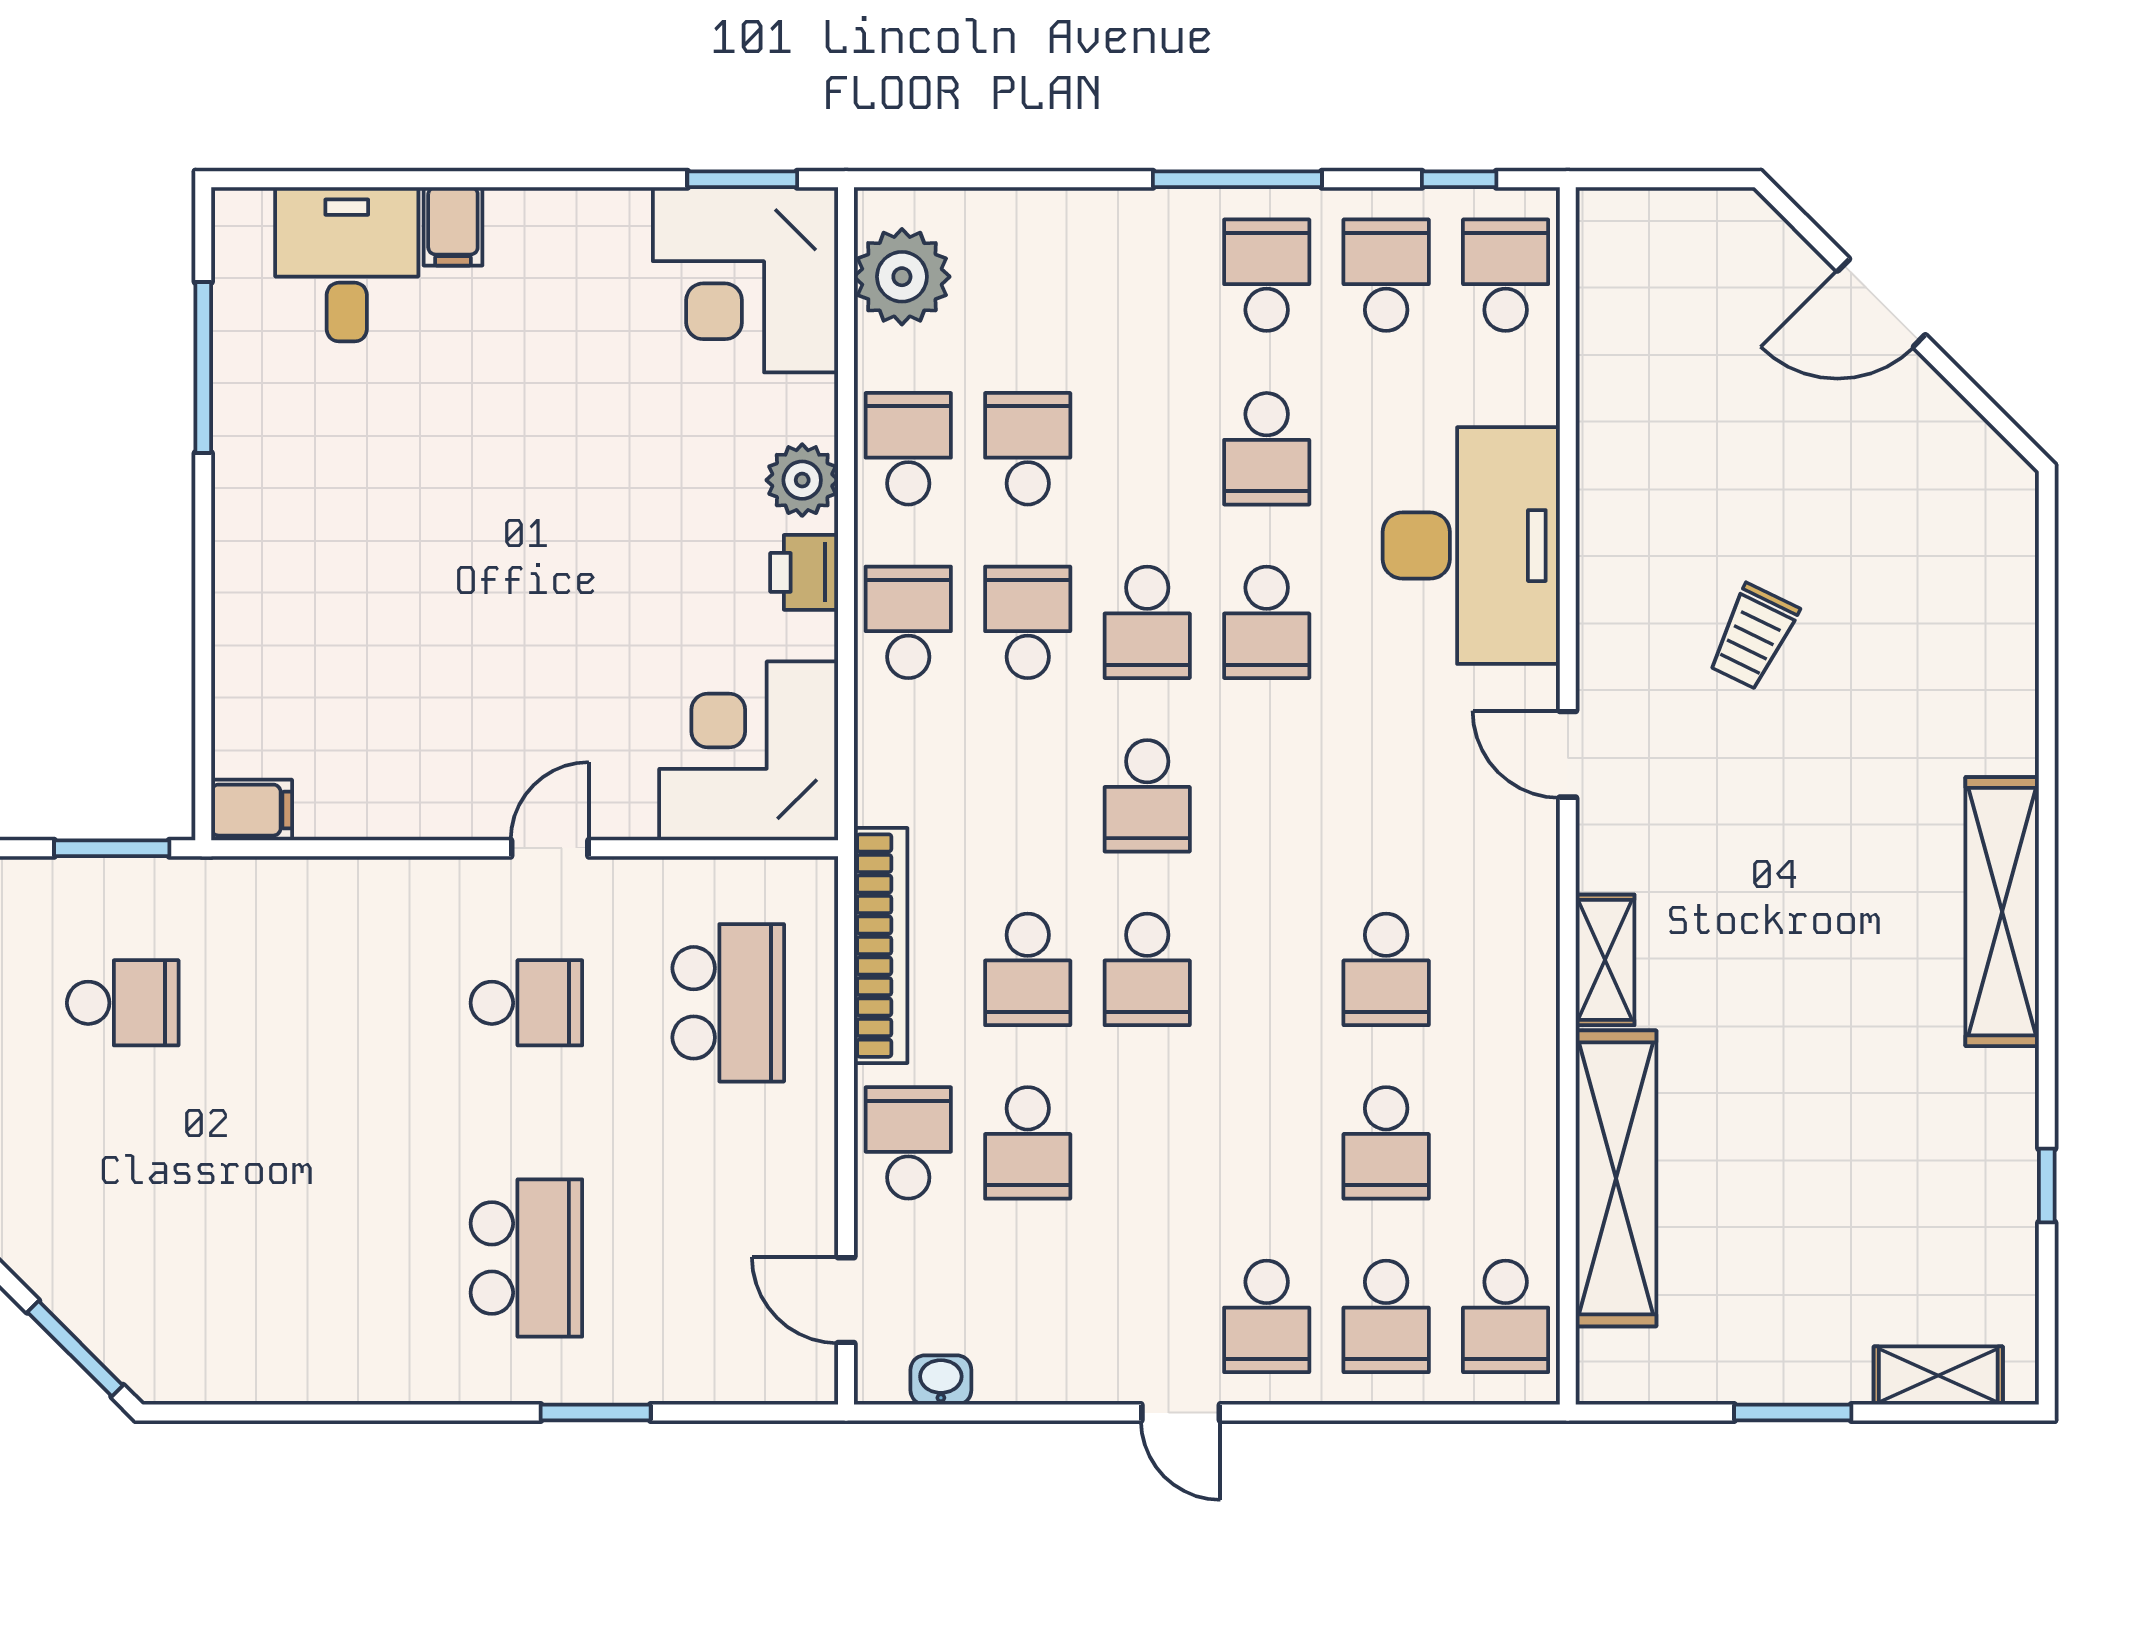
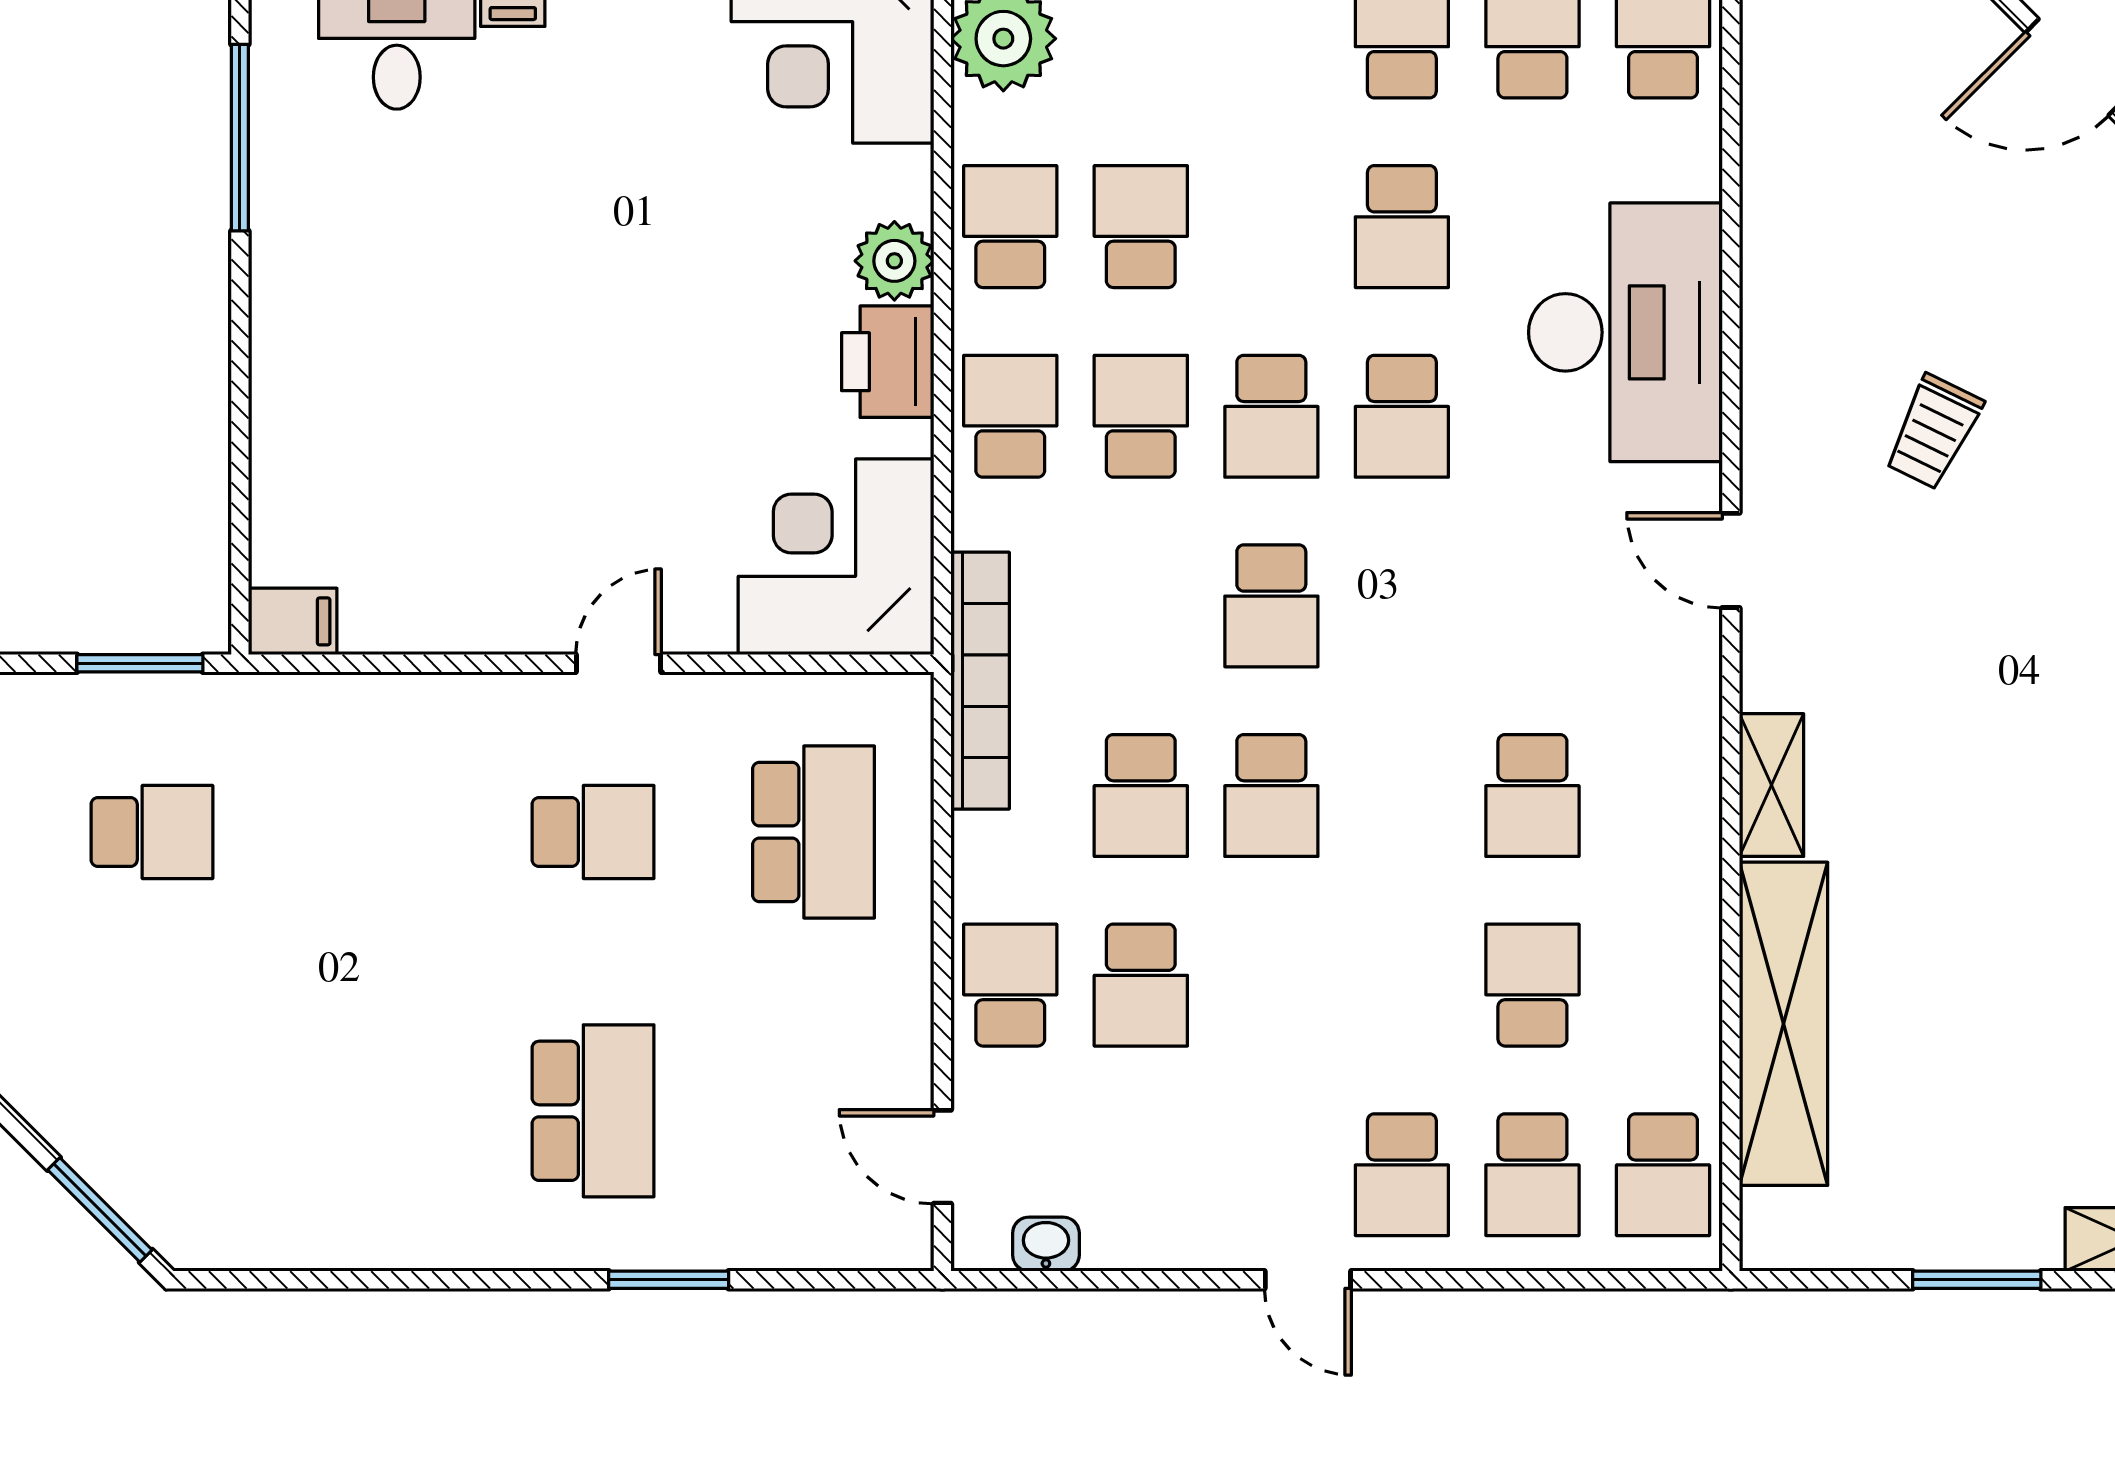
printer: (804, 572) -> (888, 362), width x1.36, depth x1.24
bookcase: (881, 946) -> (980, 681), moved
school desk: (1386, 1143) -> (1532, 985), turned 180

